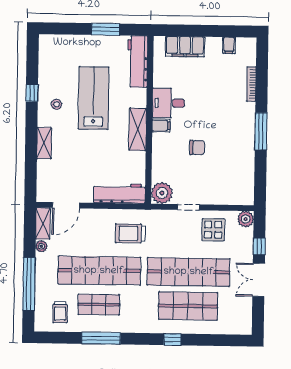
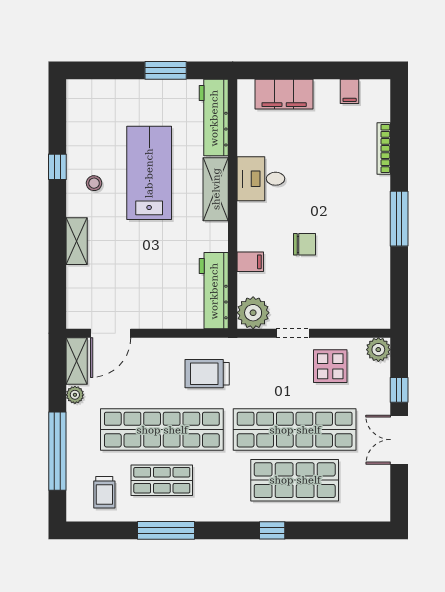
filing cabinet: (161, 126) -> (250, 262), moved
shelving: (138, 129) -> (216, 189), moved
workbench: (119, 193) -> (214, 291), moved, turned -90

